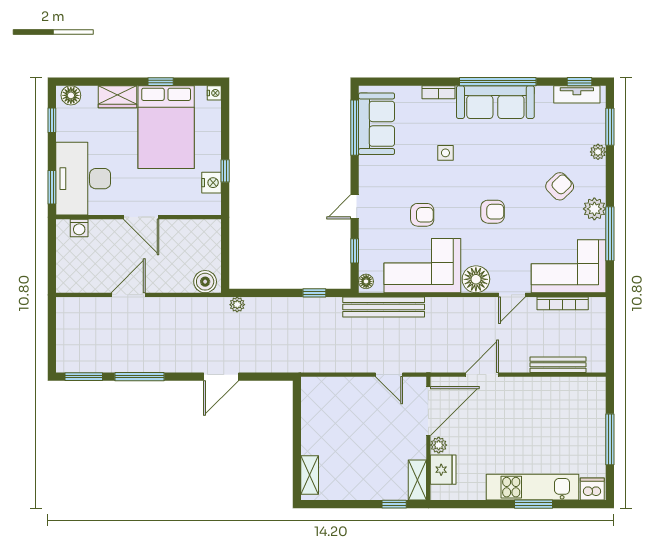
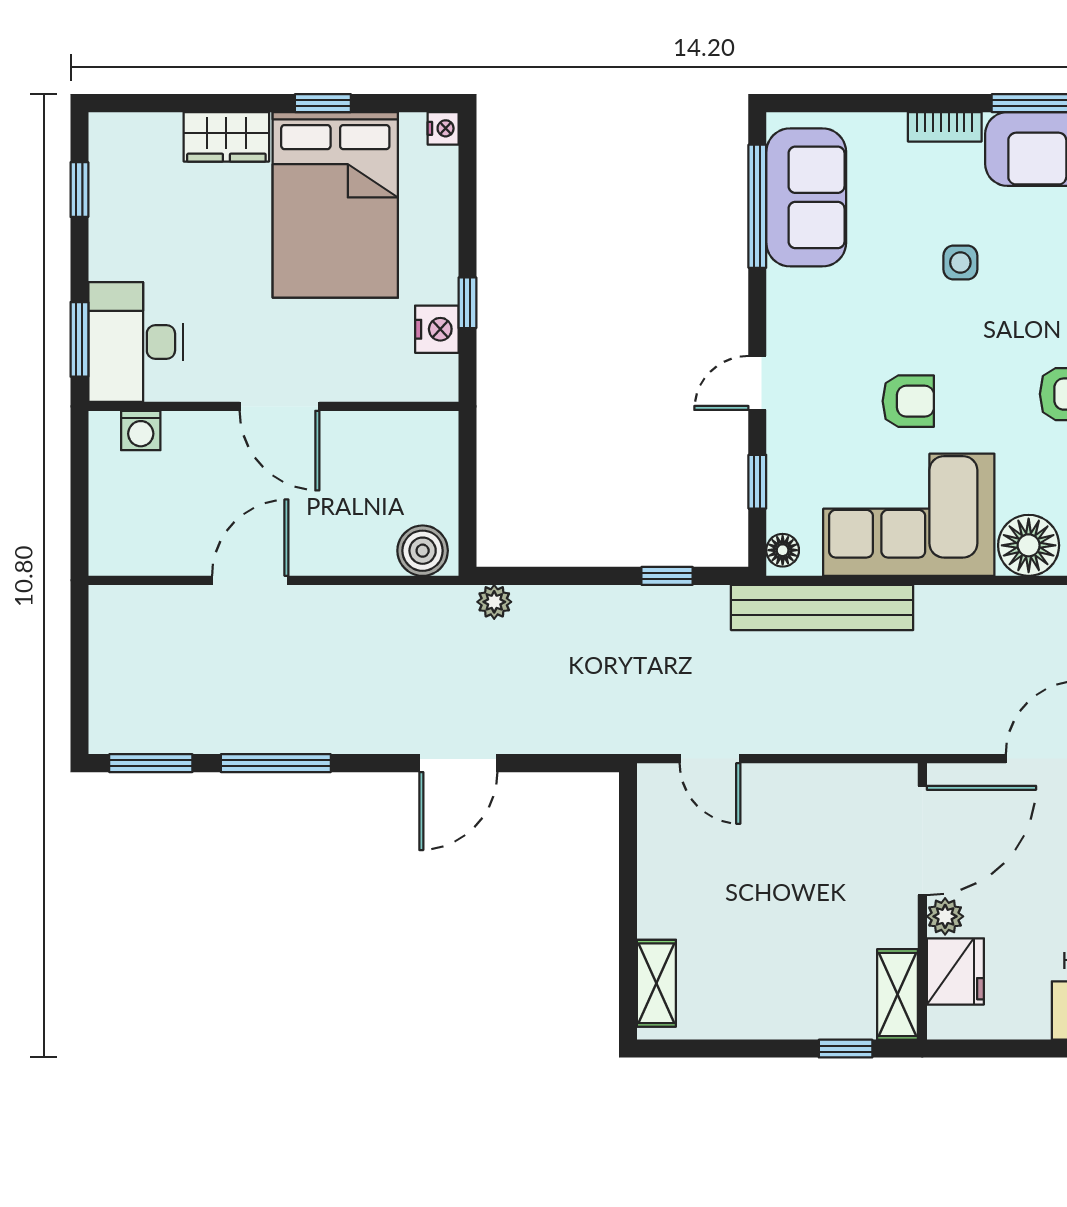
floor lamp: (71, 95) -> (122, 134), removed
desk: (83, 179) -> (135, 342), width x0.73, depth x0.77
door: (389, 375) -> (710, 759), moved

